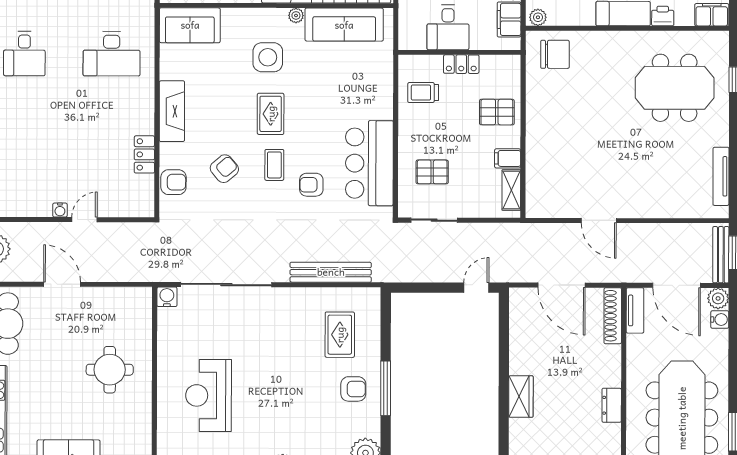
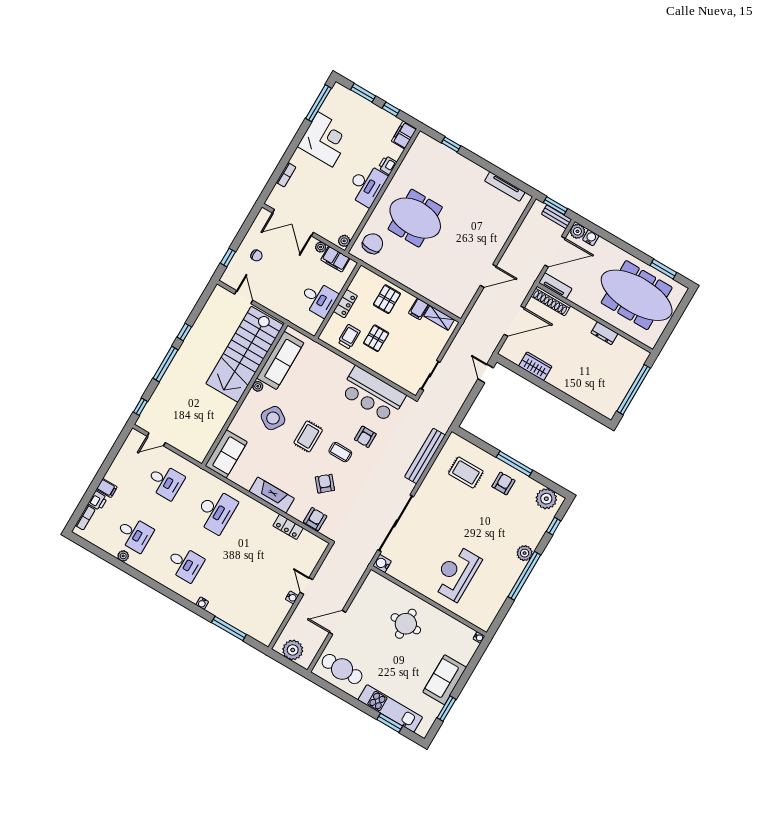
side table: (268, 57) -> (273, 418), turned 33
meeting table: (675, 88) -> (415, 218), moved, turned 90
trolley: (423, 93) -> (349, 337), turned 180
rug: (271, 114) -> (308, 436), turned 90
pallet: (432, 172) -> (376, 338), moved
bench: (721, 255) -> (557, 217), width x0.73
reception desk: (208, 395) -> (456, 573), turned 90
wardrobe: (521, 396) -> (535, 366), moved

